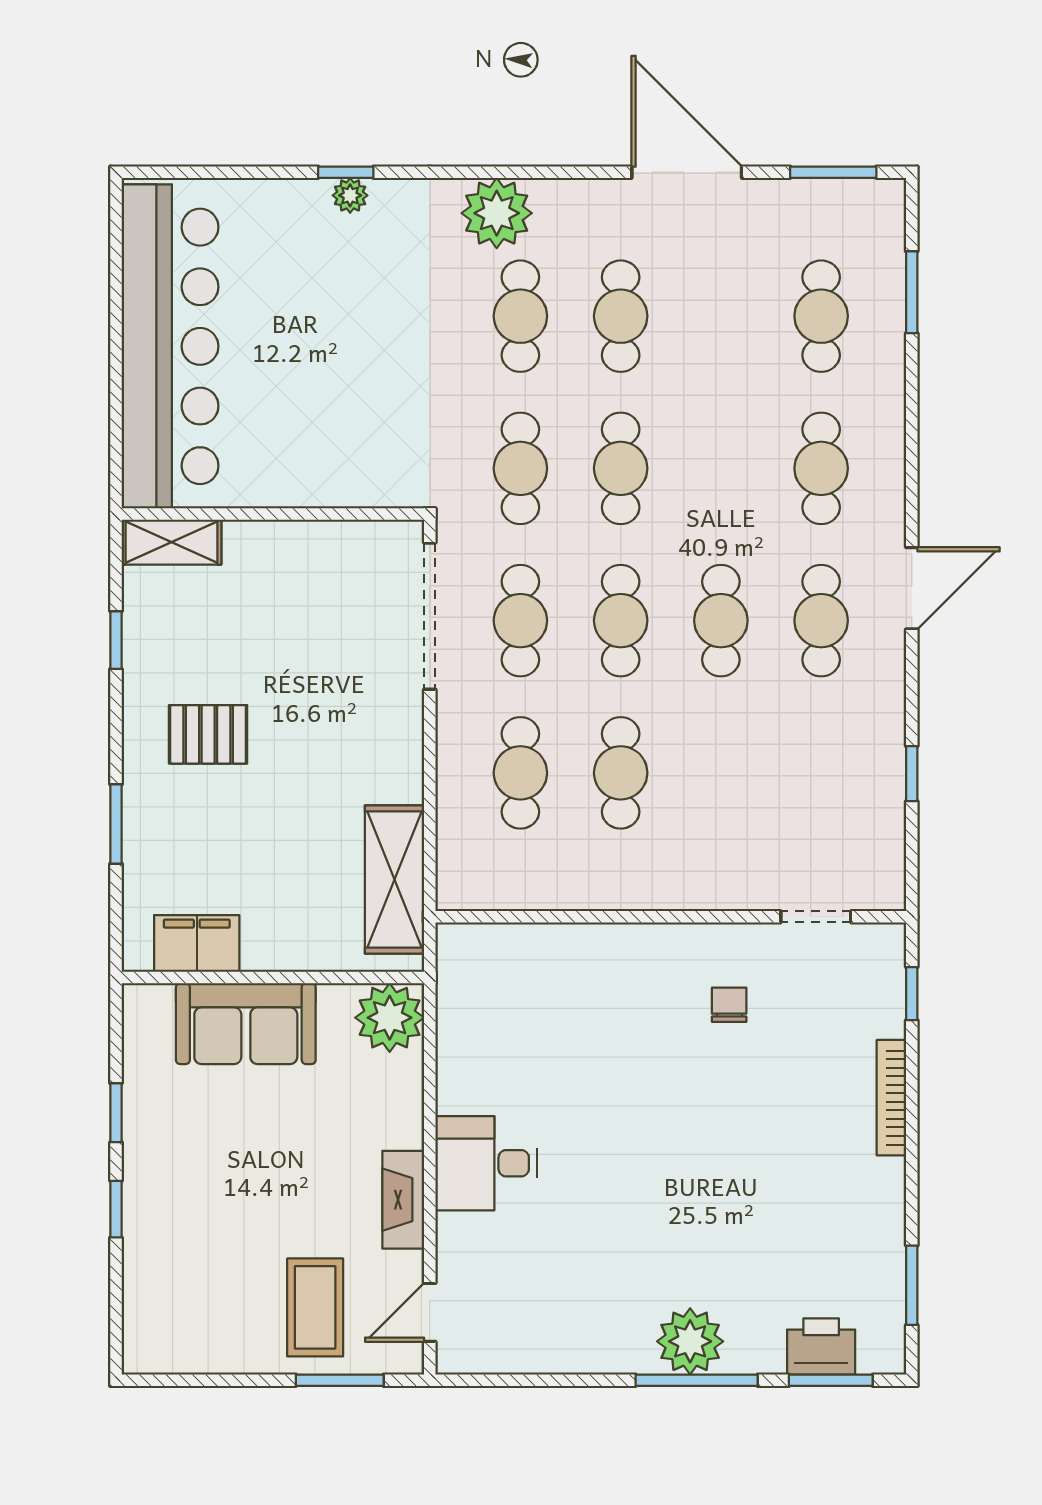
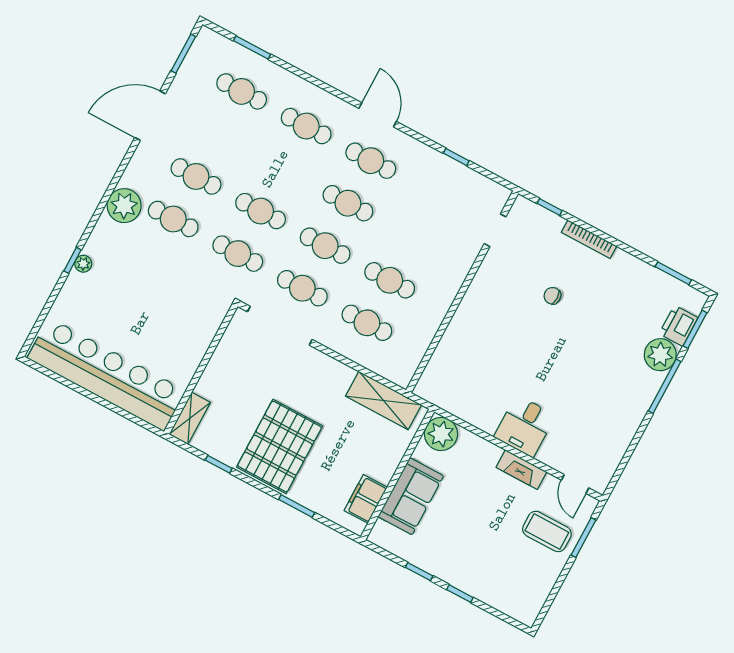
pallet: (208, 734) -> (280, 447), width x2.05, depth x2.00
chair: (729, 1005) -> (552, 296), moved
plant: (690, 1341) -> (660, 355), moved

